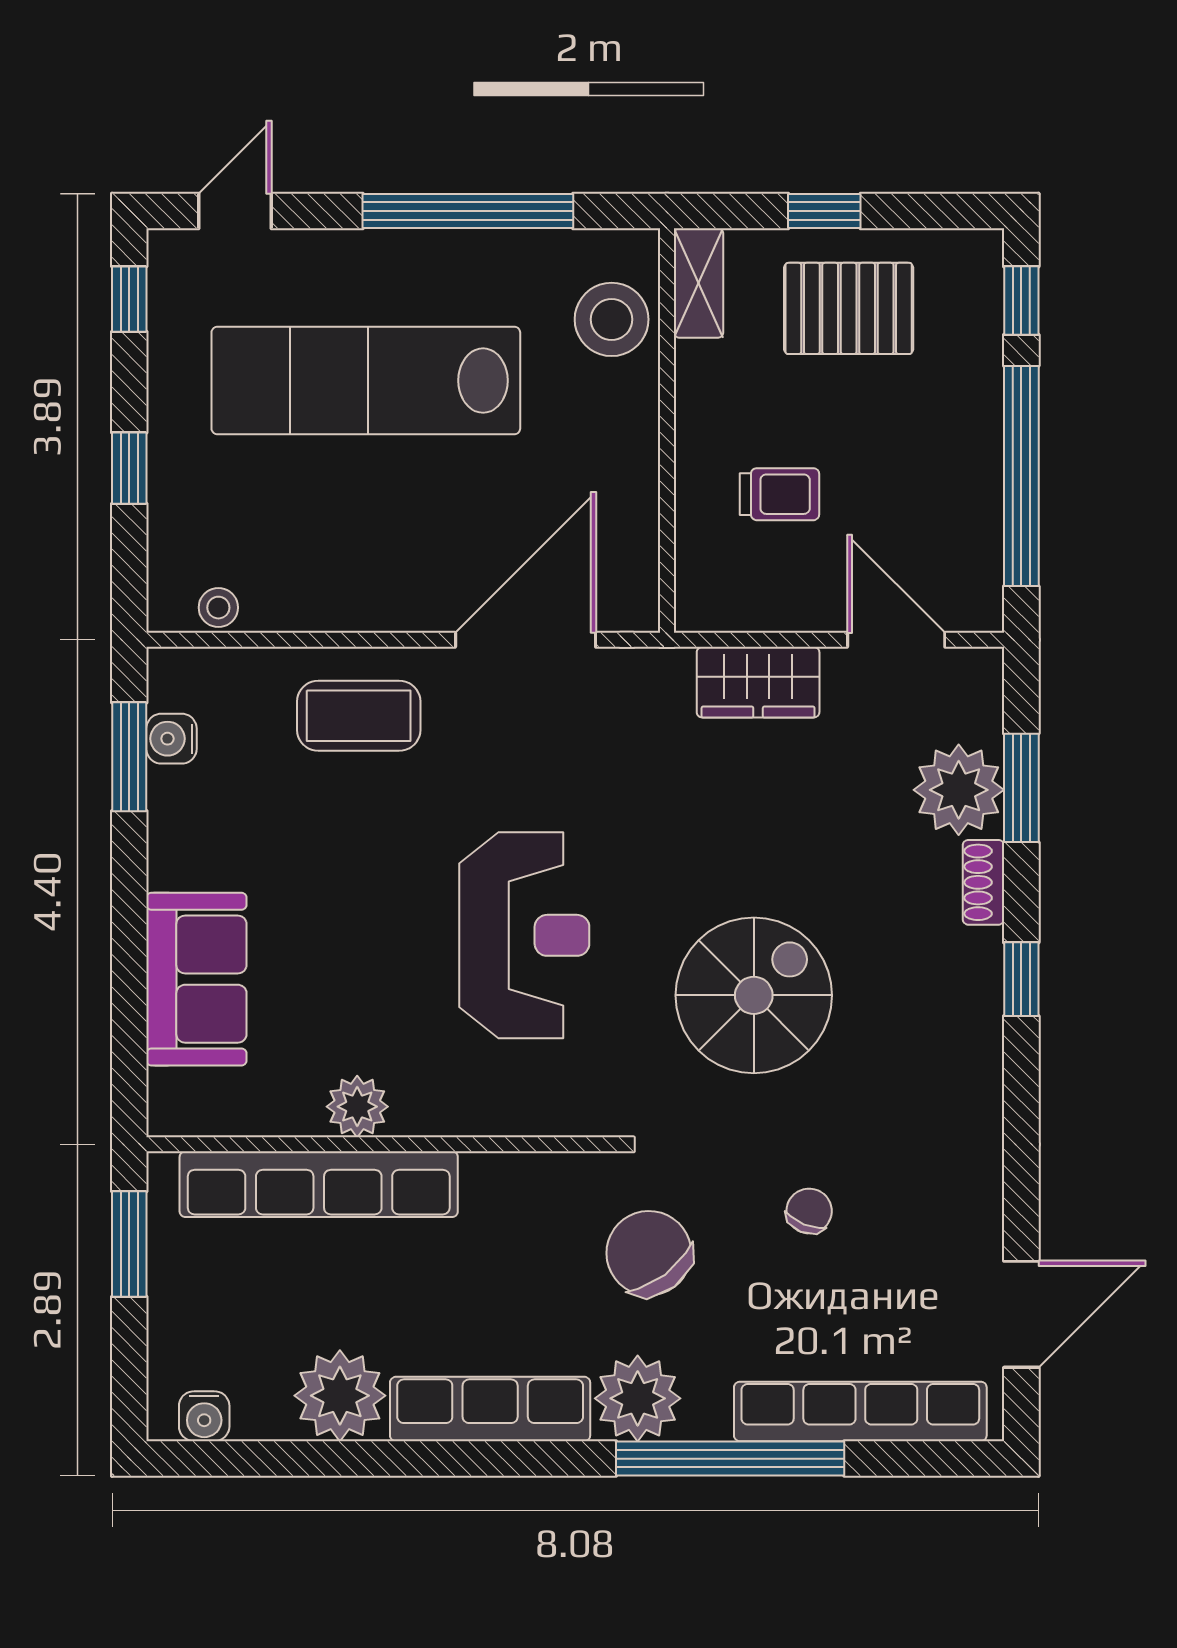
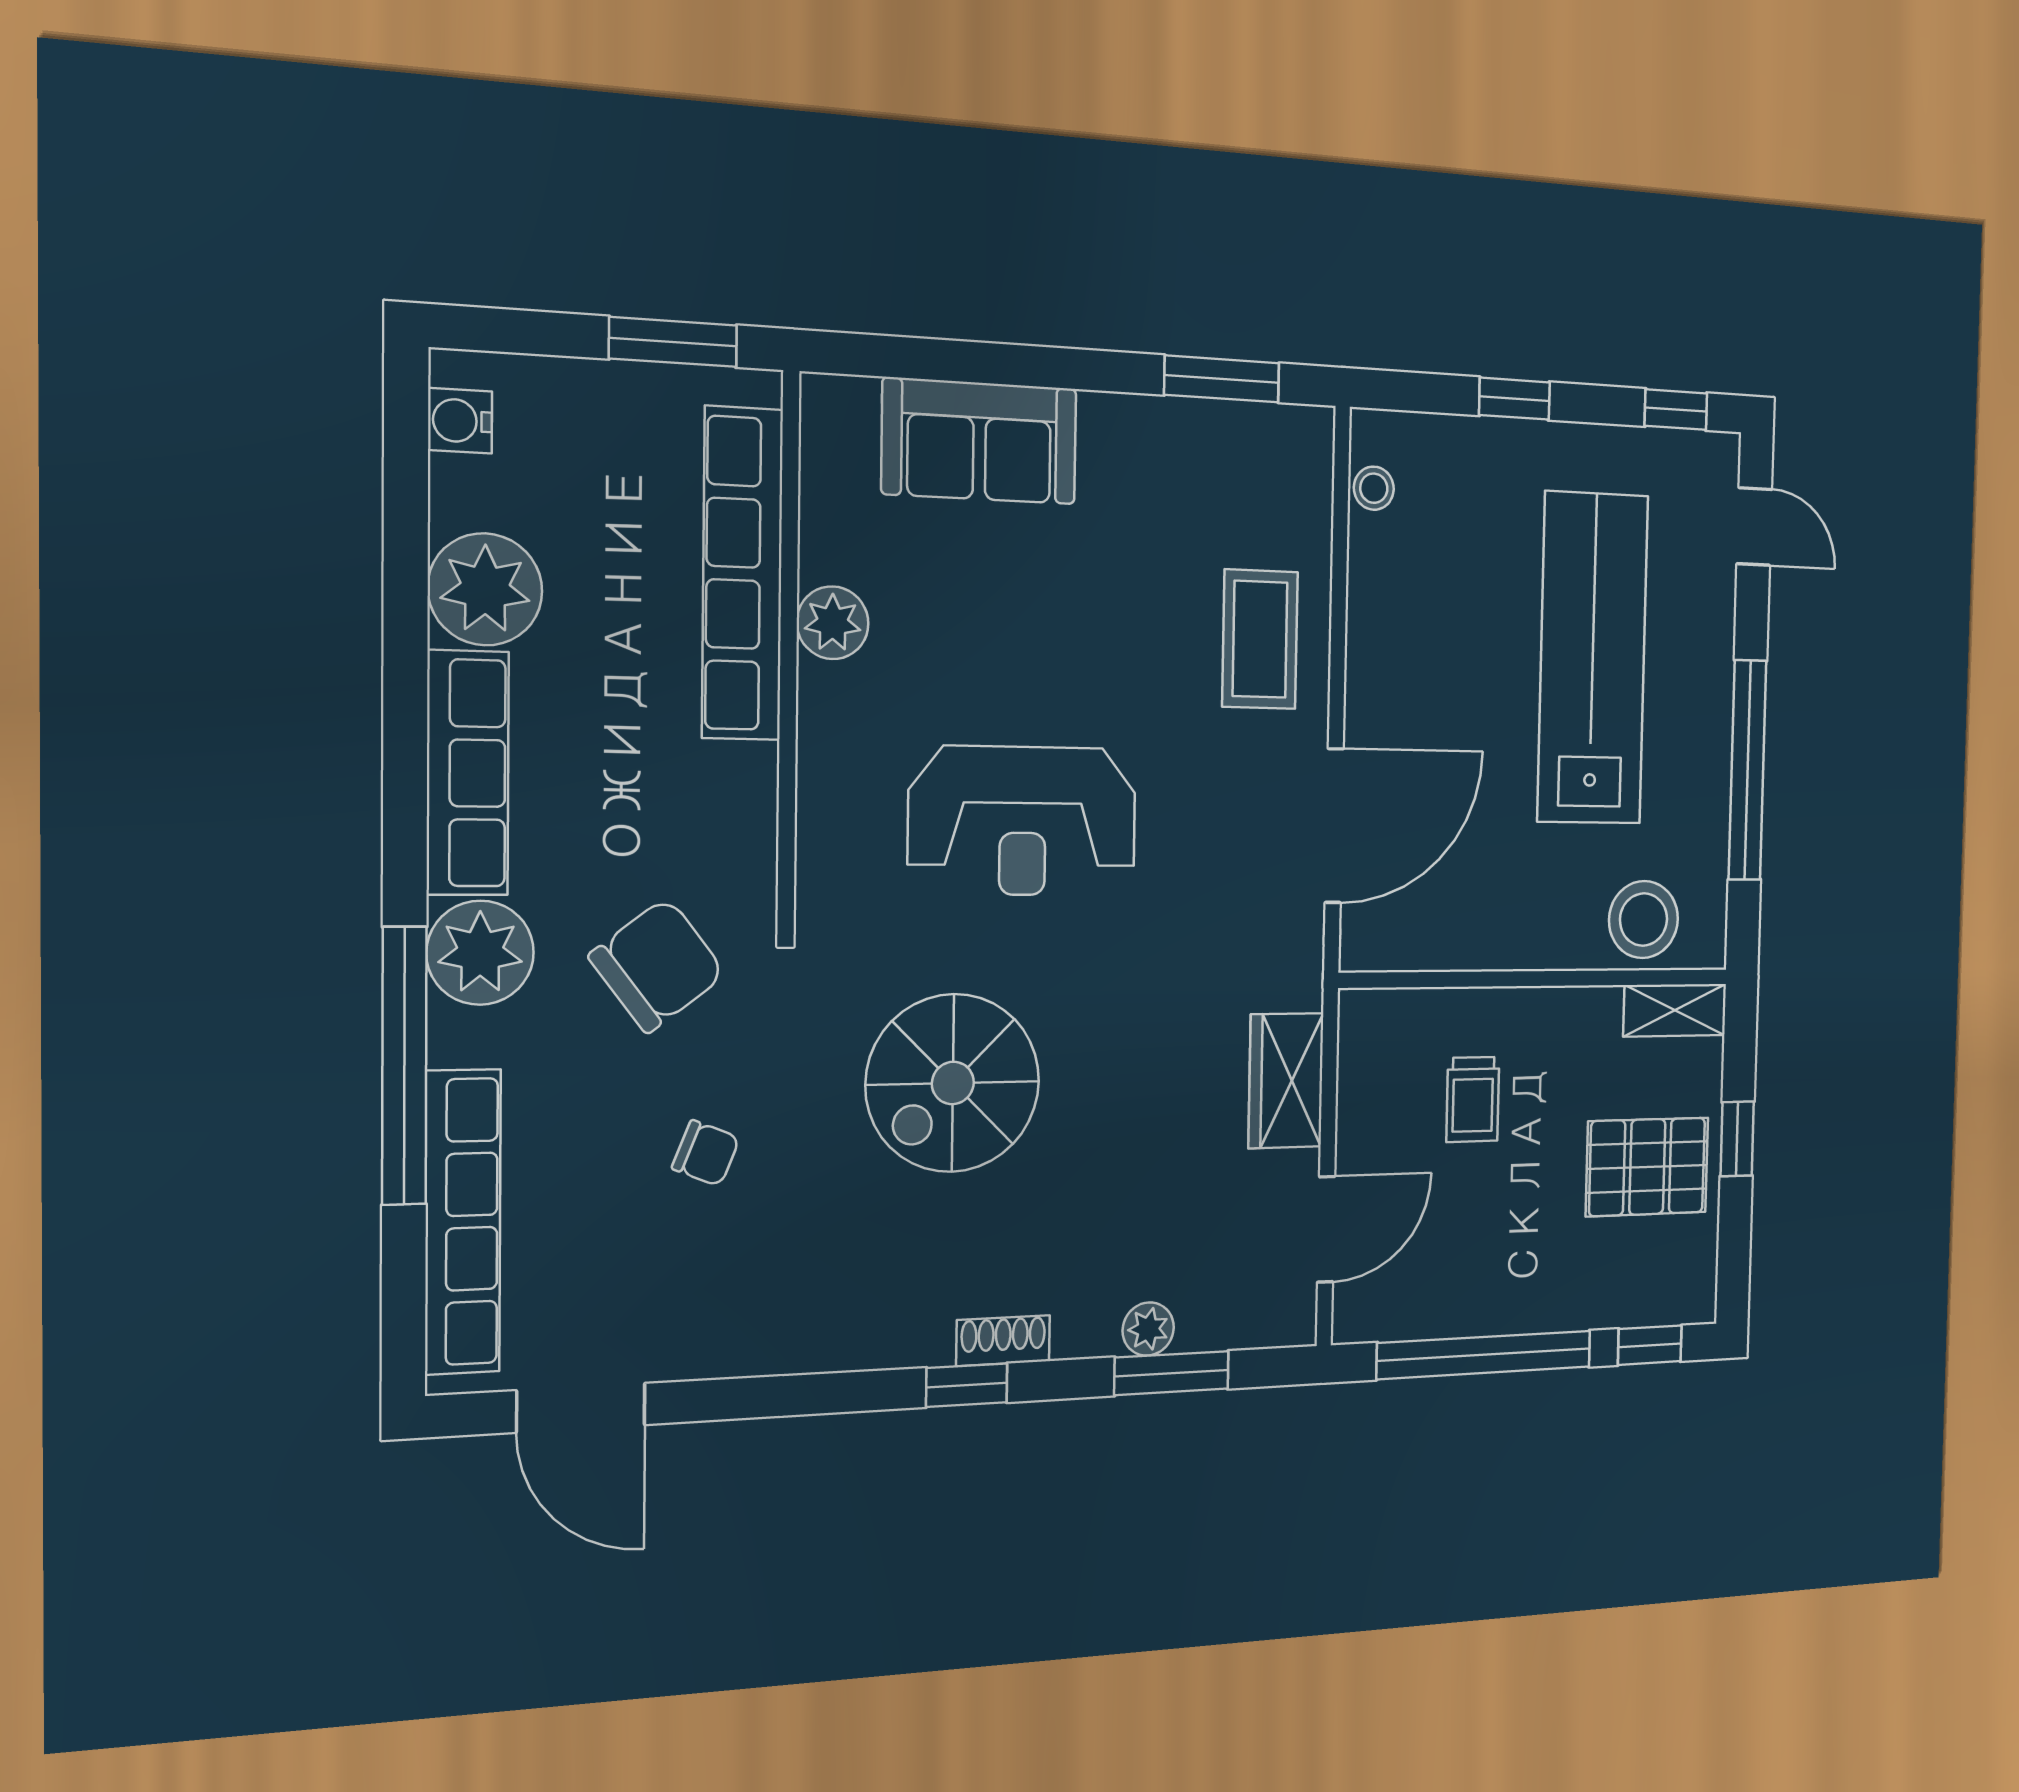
pallet: (849, 308) -> (1647, 1167), turned 90
door: (526, 640) -> (1334, 826), hinge flipped
water cooler: (172, 739) -> (1240, 428), removed
plant: (959, 790) -> (1148, 1329), width x0.53, depth x0.53
shoe rack: (983, 882) -> (1003, 1341), moved
spiral stairs: (754, 995) -> (953, 1083), turned 90

